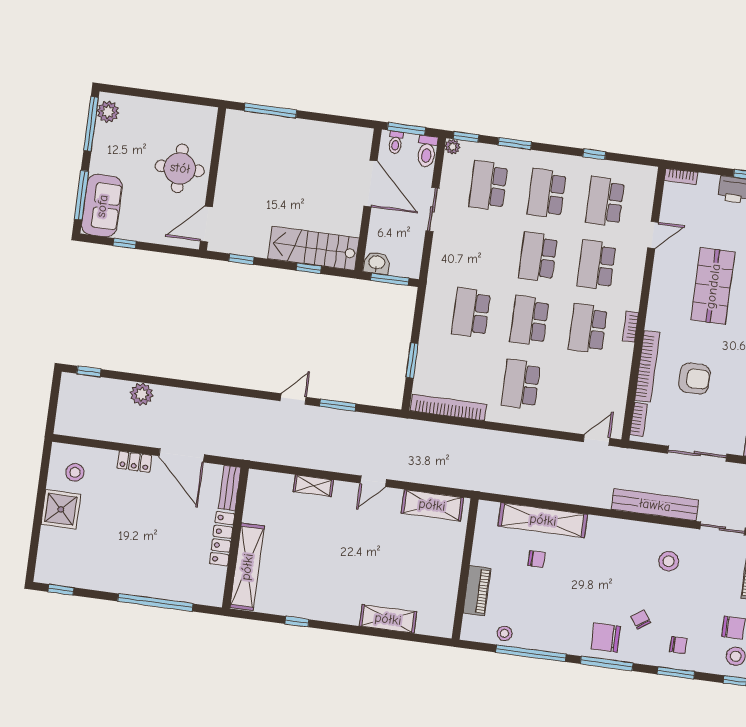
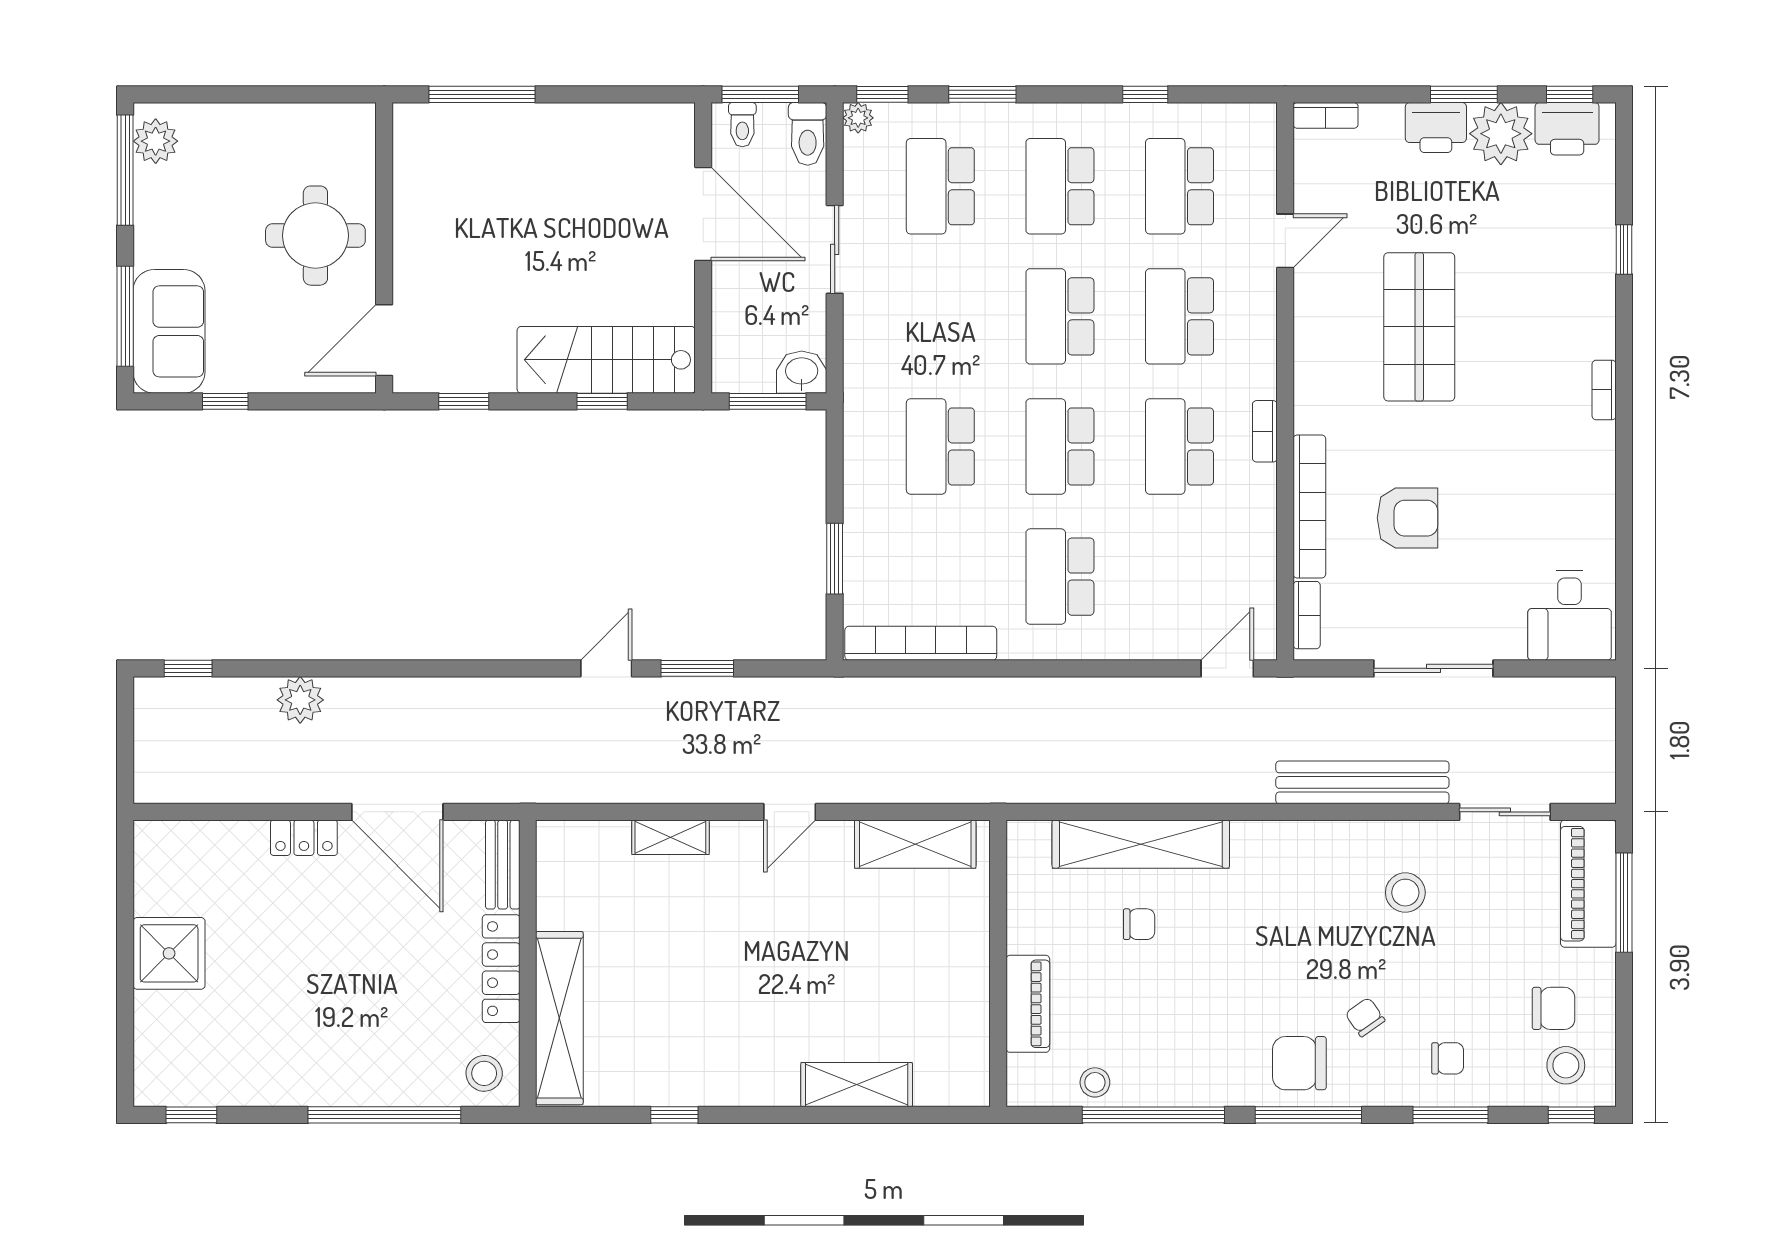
washbasin: (377, 263) -> (802, 372), moved
stool: (75, 472) -> (484, 1073), moved

